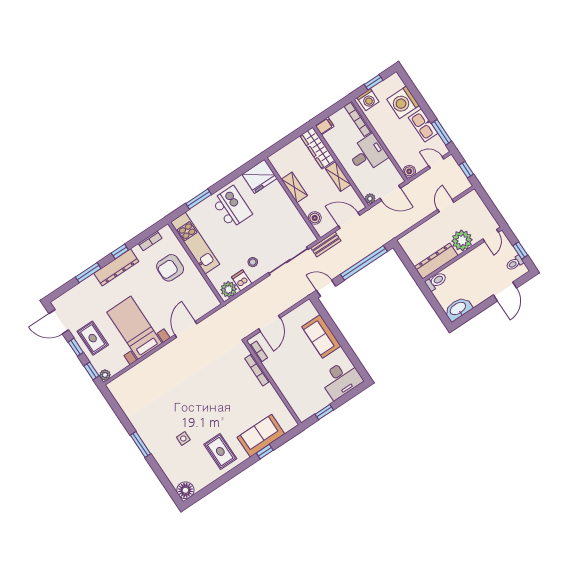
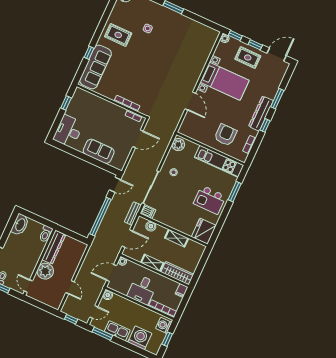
dishwasher: (242, 280) -> (148, 212), moved
door: (269, 323) -> (138, 139), swing flipped
sofa: (261, 436) -> (96, 67), width x1.36

